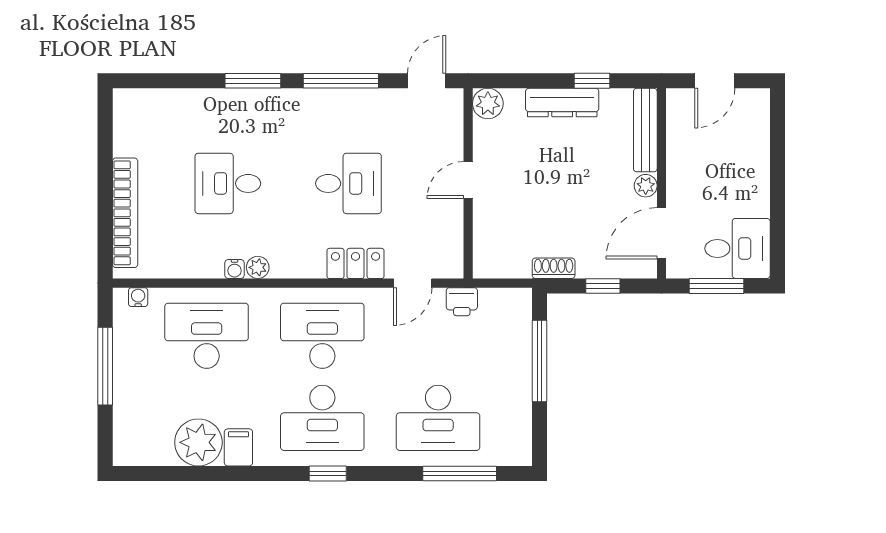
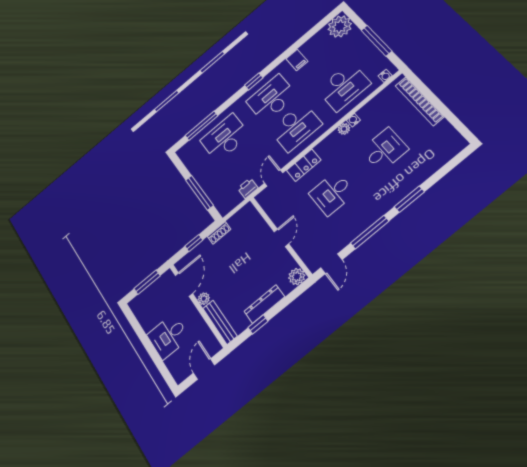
desk: (738, 248) -> (168, 336), moved
plant: (198, 442) -> (340, 27), moved

